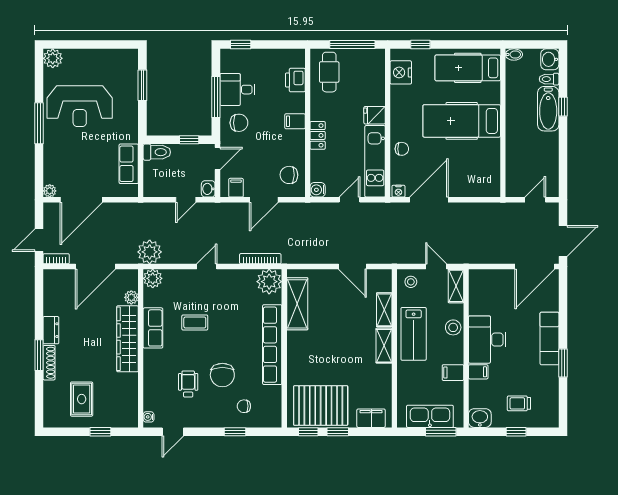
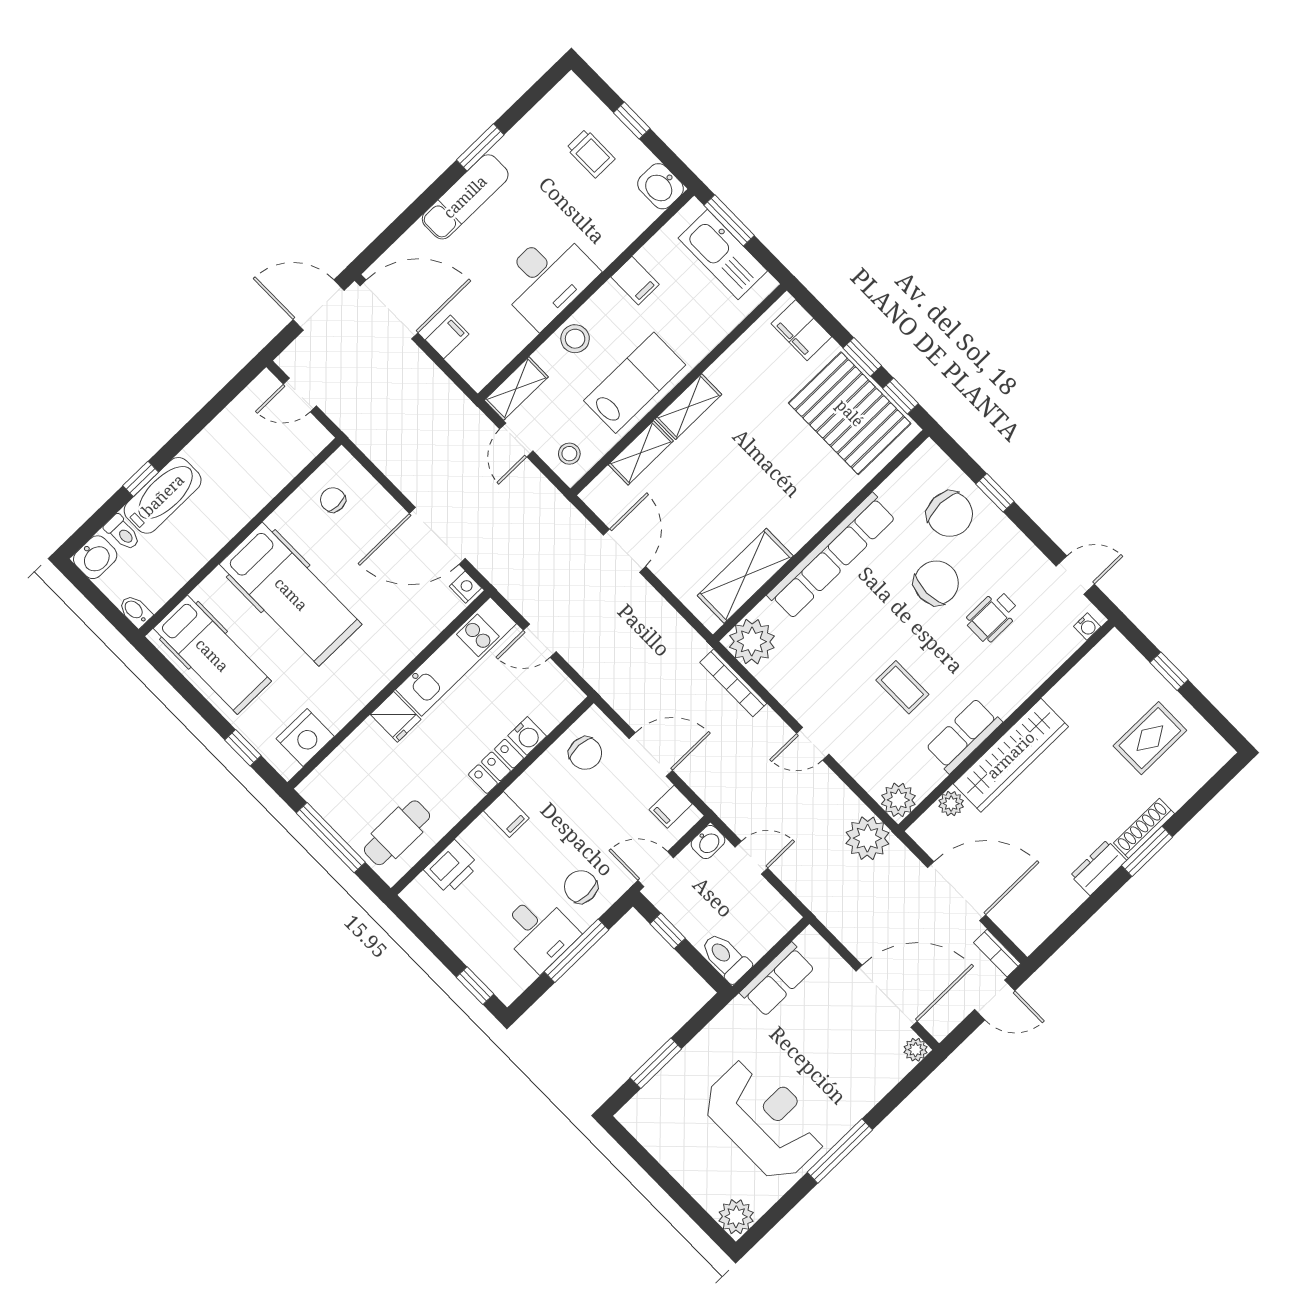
chair: (402, 149) -> (333, 500), moved
water cooler: (318, 190) -> (527, 736), moved
filing cabinet: (478, 372) -> (447, 337), moved, turned 90
chair: (244, 406) -> (950, 514), width x1.87, depth x1.87

